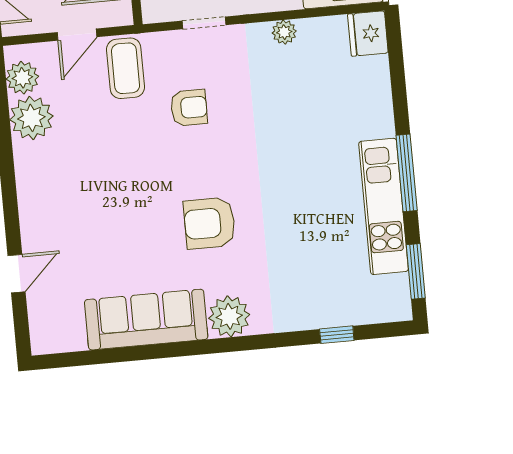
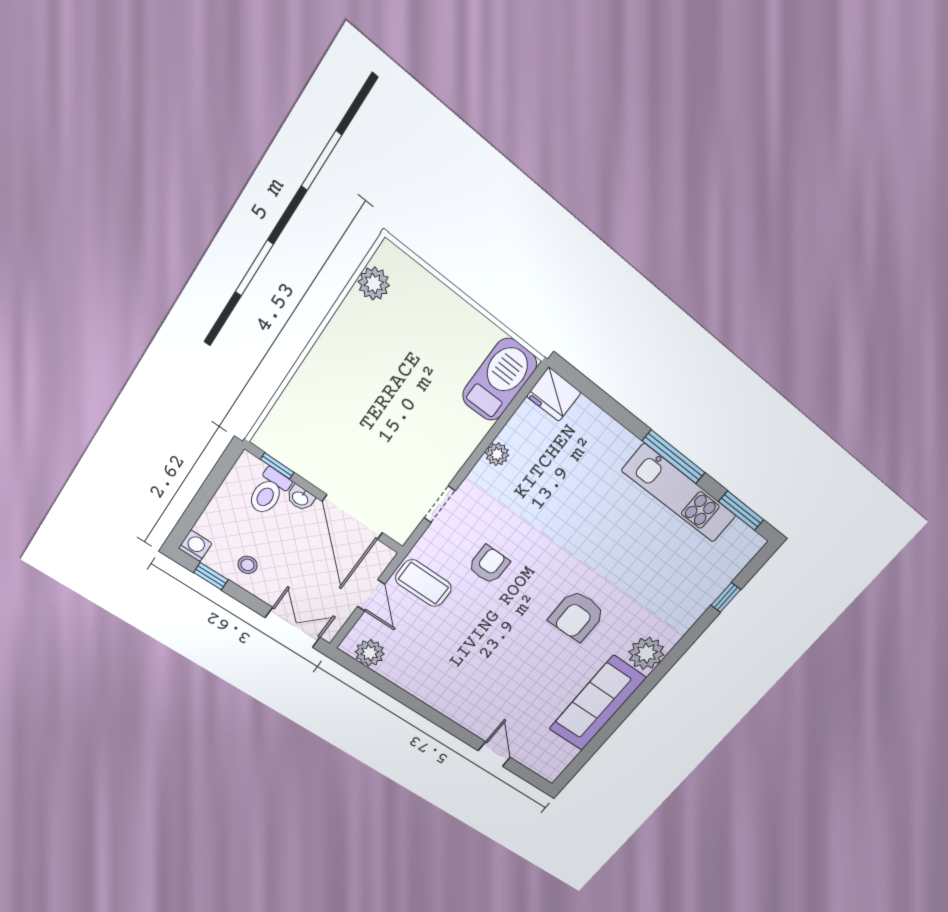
plant: (31, 118) -> (402, 668), removed

